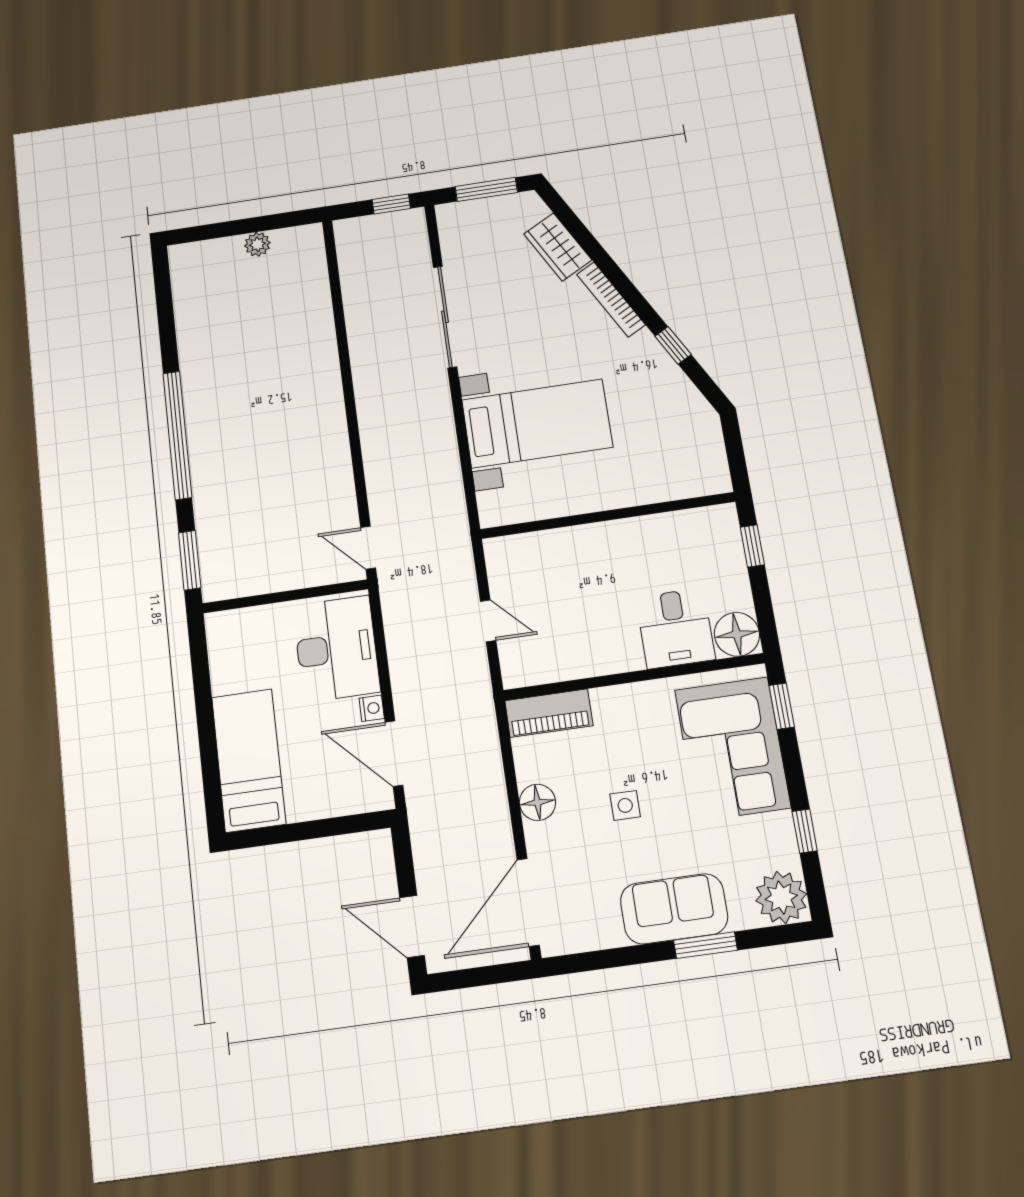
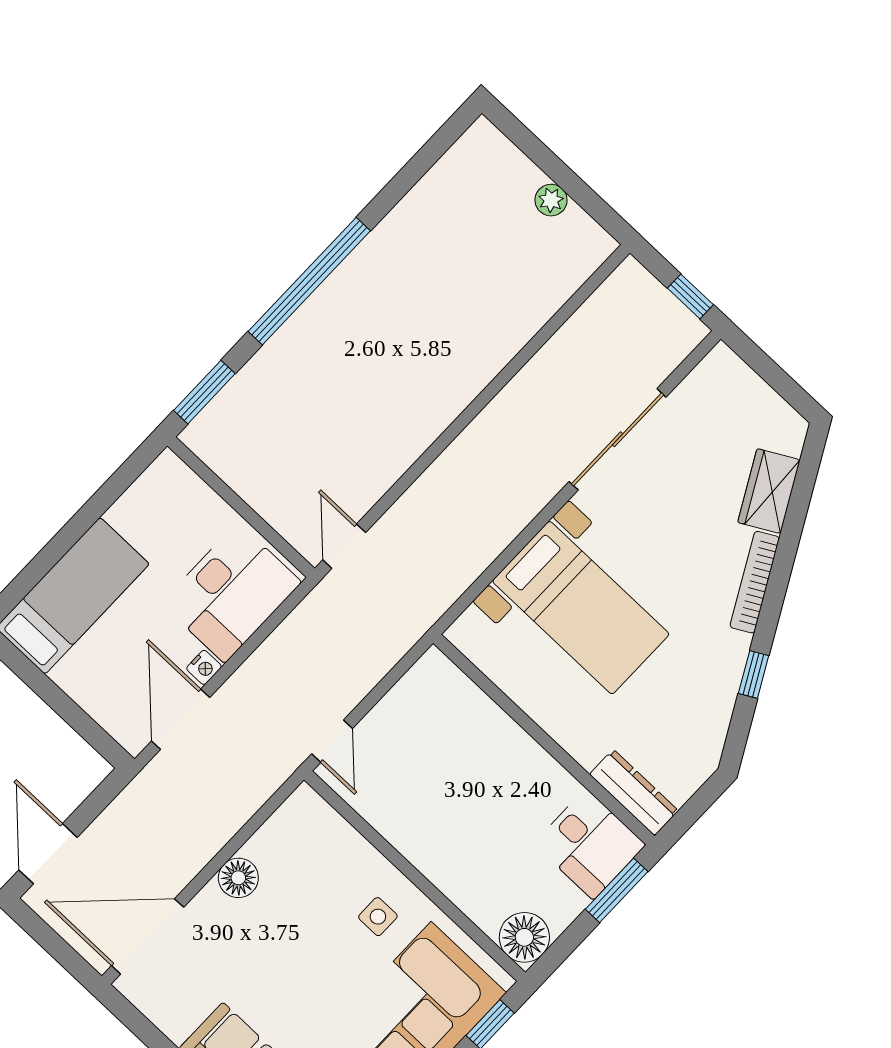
window: (486, 189) -> (775, 377), removed
dresser: (692, 483) -> (634, 792), added
window: (752, 546) -> (617, 890), width x1.50
door: (488, 621) -> (332, 741), moved
desk: (675, 628) -> (590, 844), moved, turned -90
piano: (549, 713) -> (324, 827), removed
side table: (625, 805) -> (378, 917), moved

